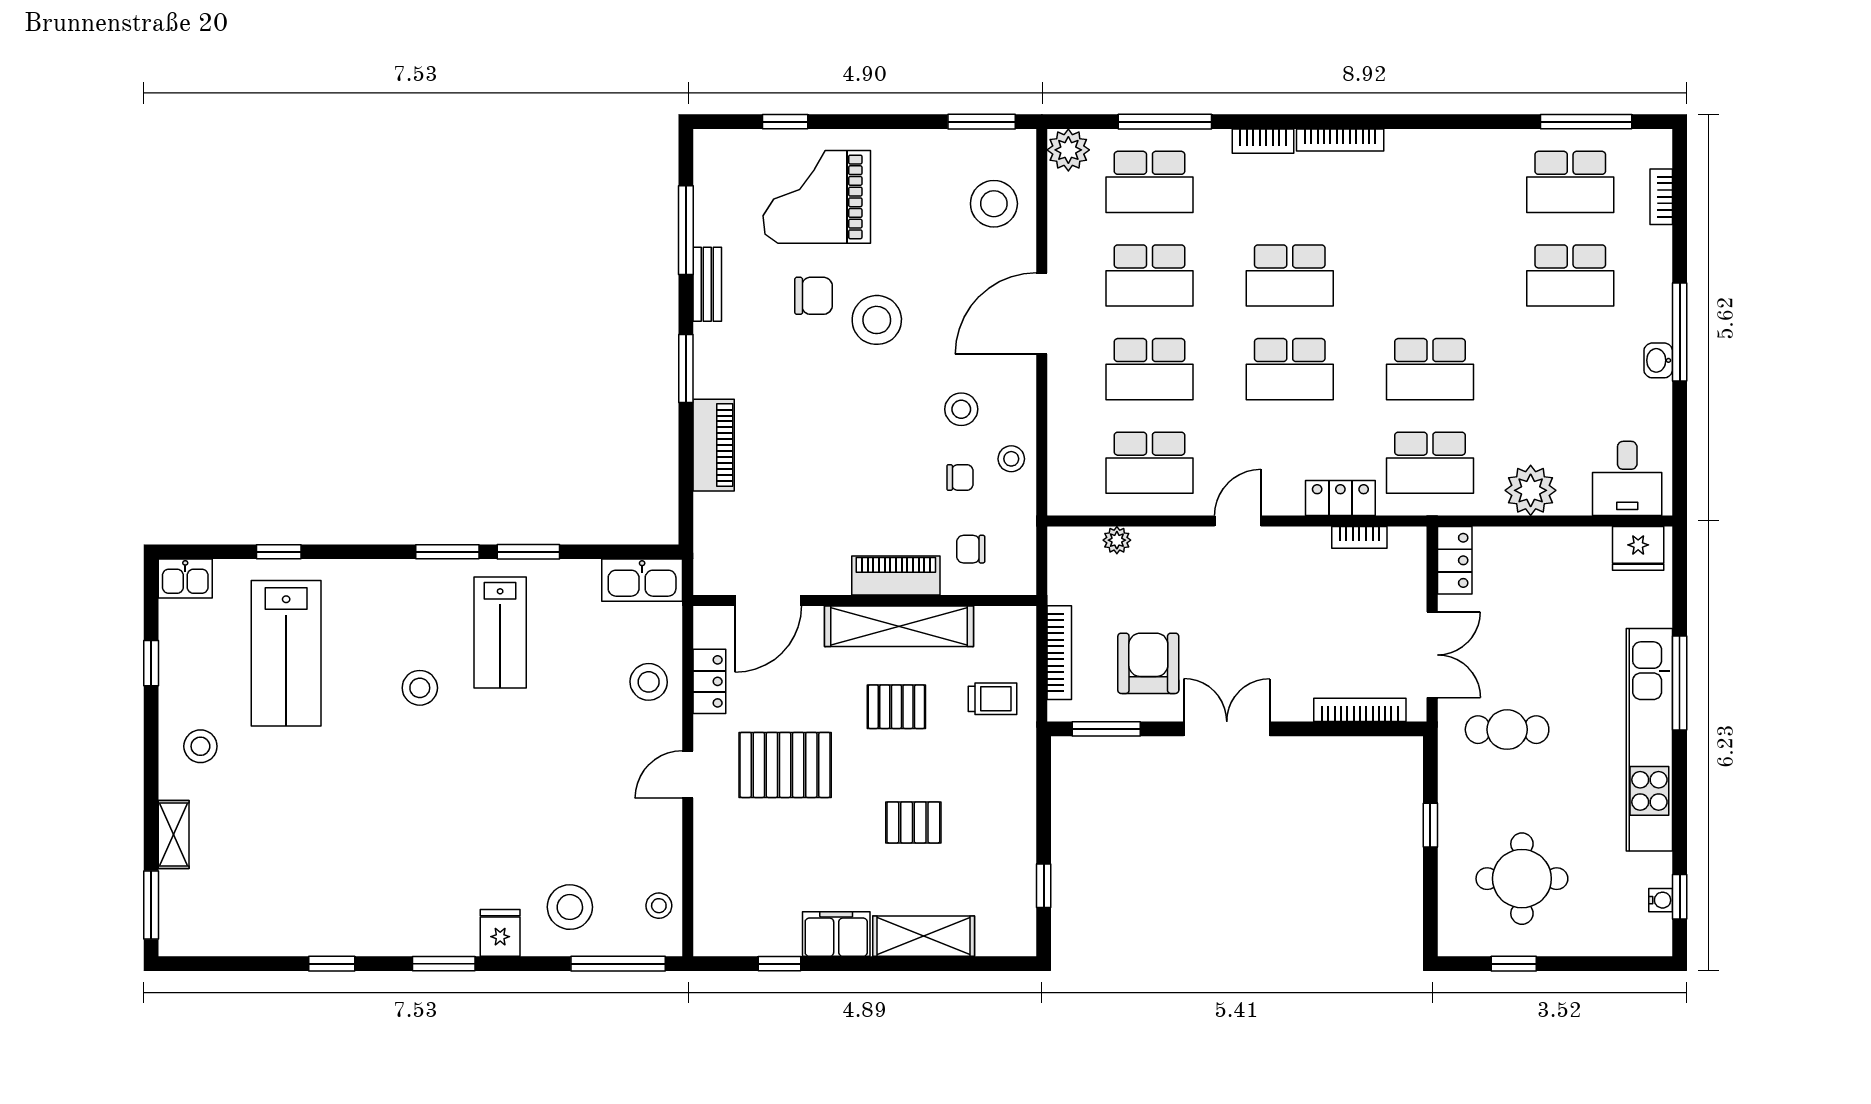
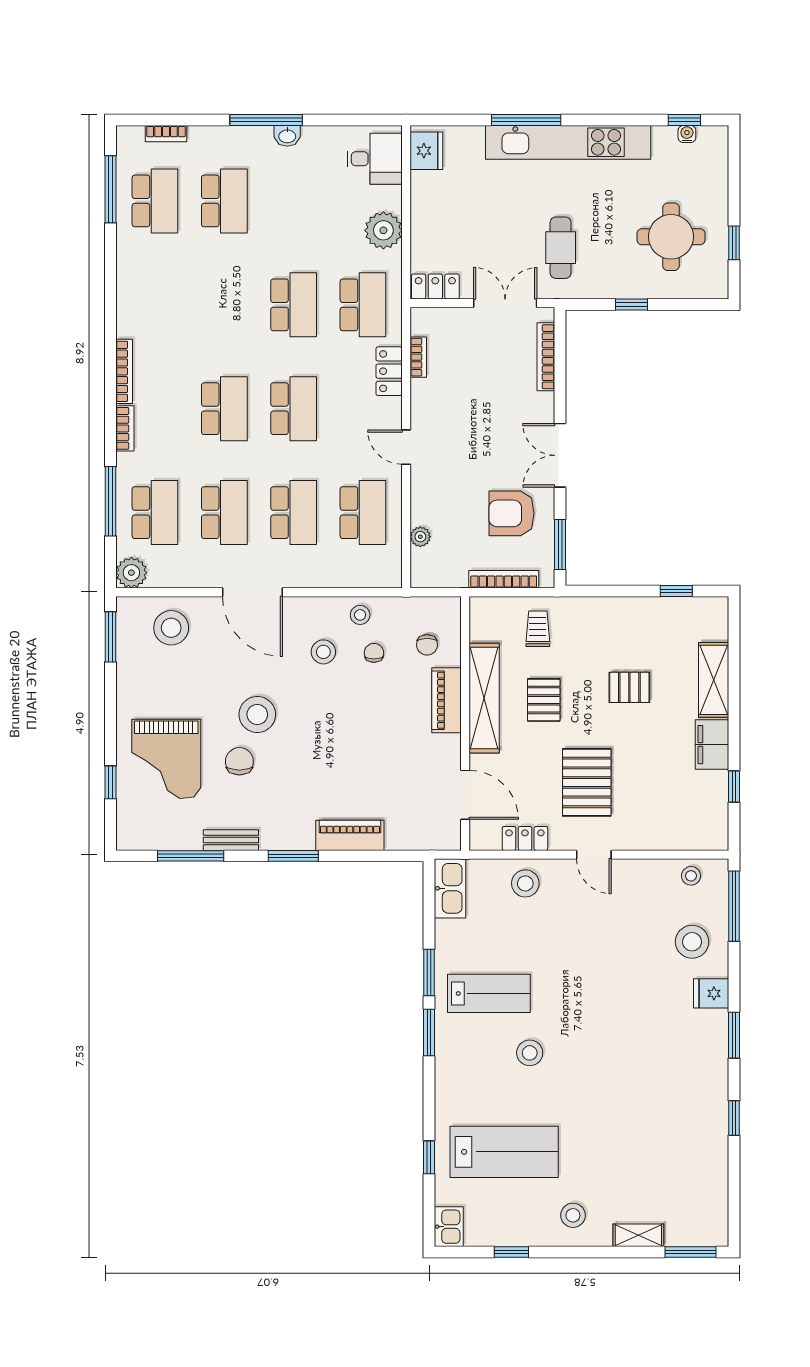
pallet: (913, 822) -> (629, 687), turned 90

